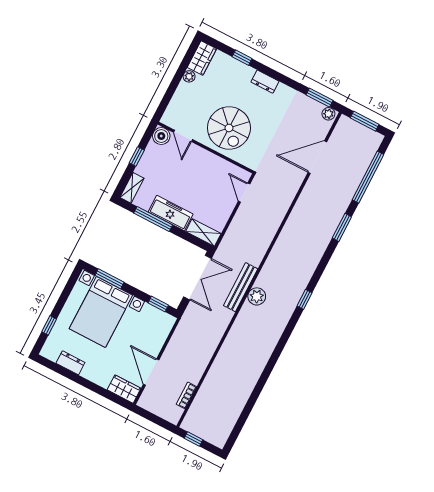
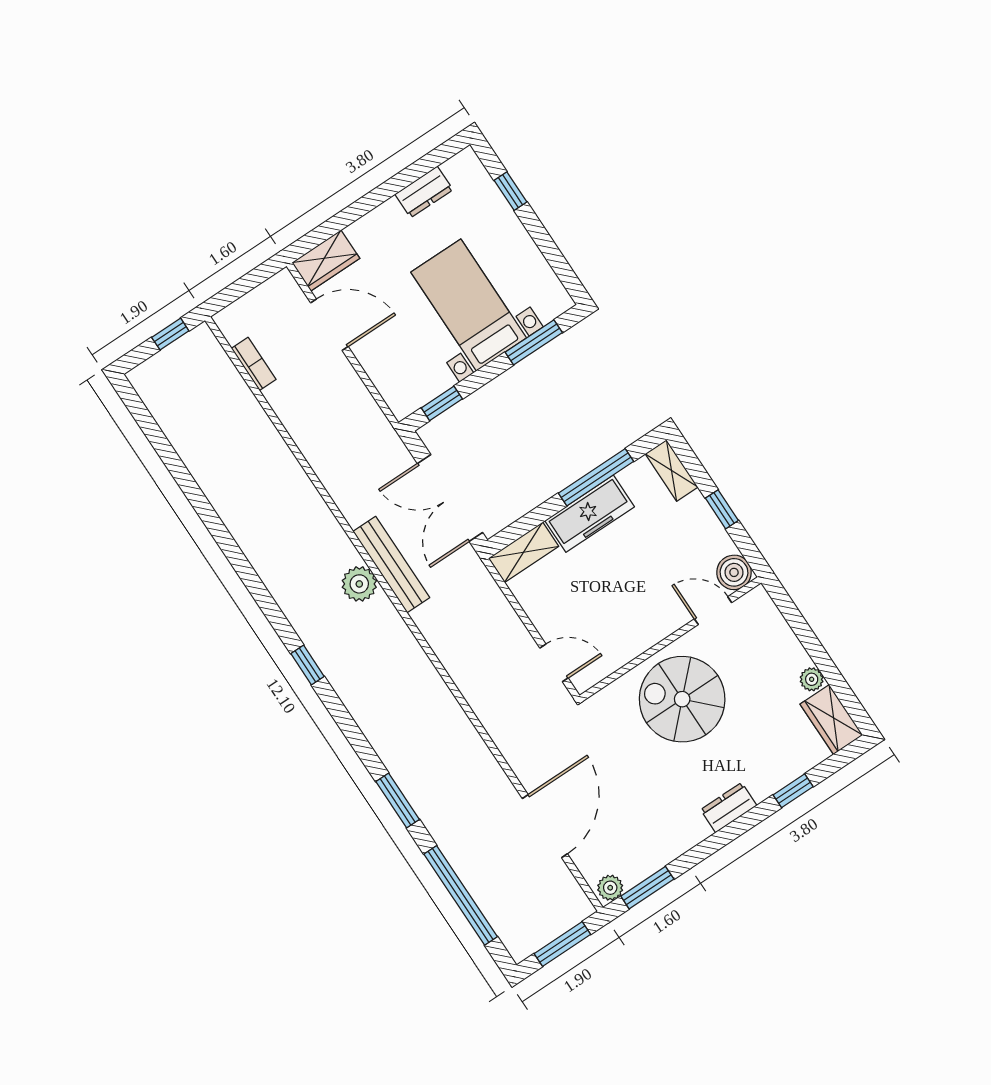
bed with nightstands: (101, 312) -> (469, 305), width x0.73

